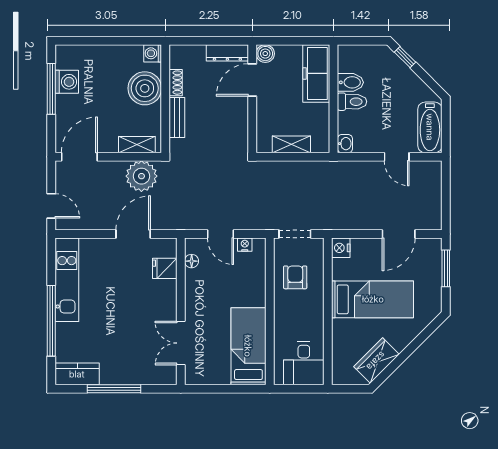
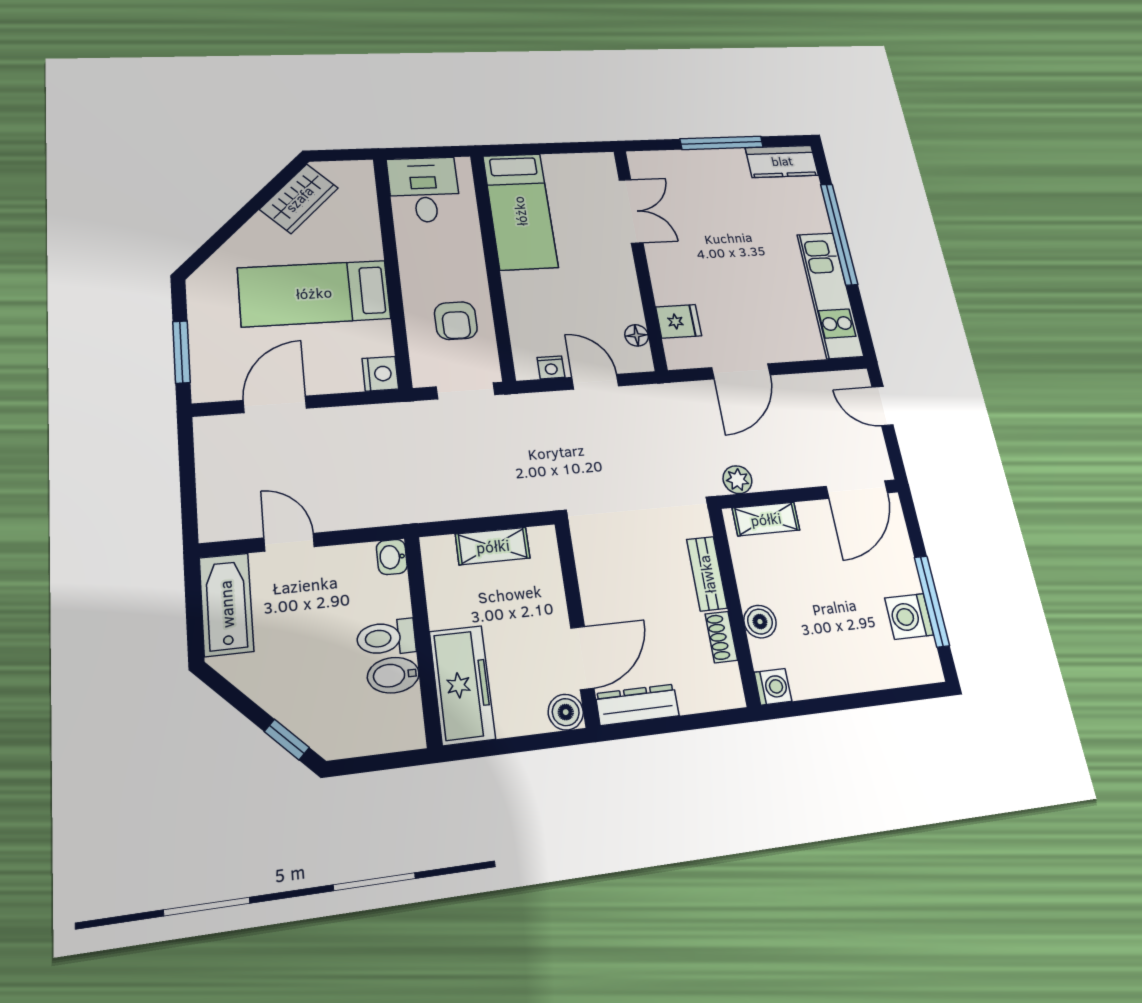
boiler: (145, 88) -> (760, 622), width x0.54, depth x0.54
plant: (141, 176) -> (737, 480), width x0.53, depth x0.53

